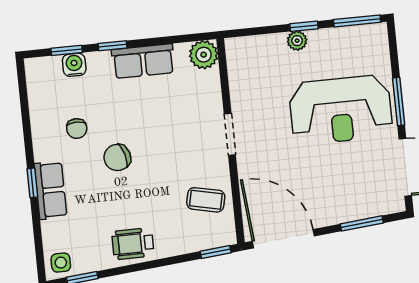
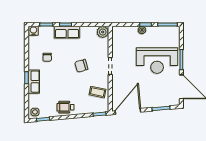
row of seats: (143, 61) -> (67, 32), moved
water cooler: (74, 65) -> (33, 31), moved
chair: (117, 157) -> (81, 66), moved
door: (283, 239) -> (128, 111), hinge flipped

